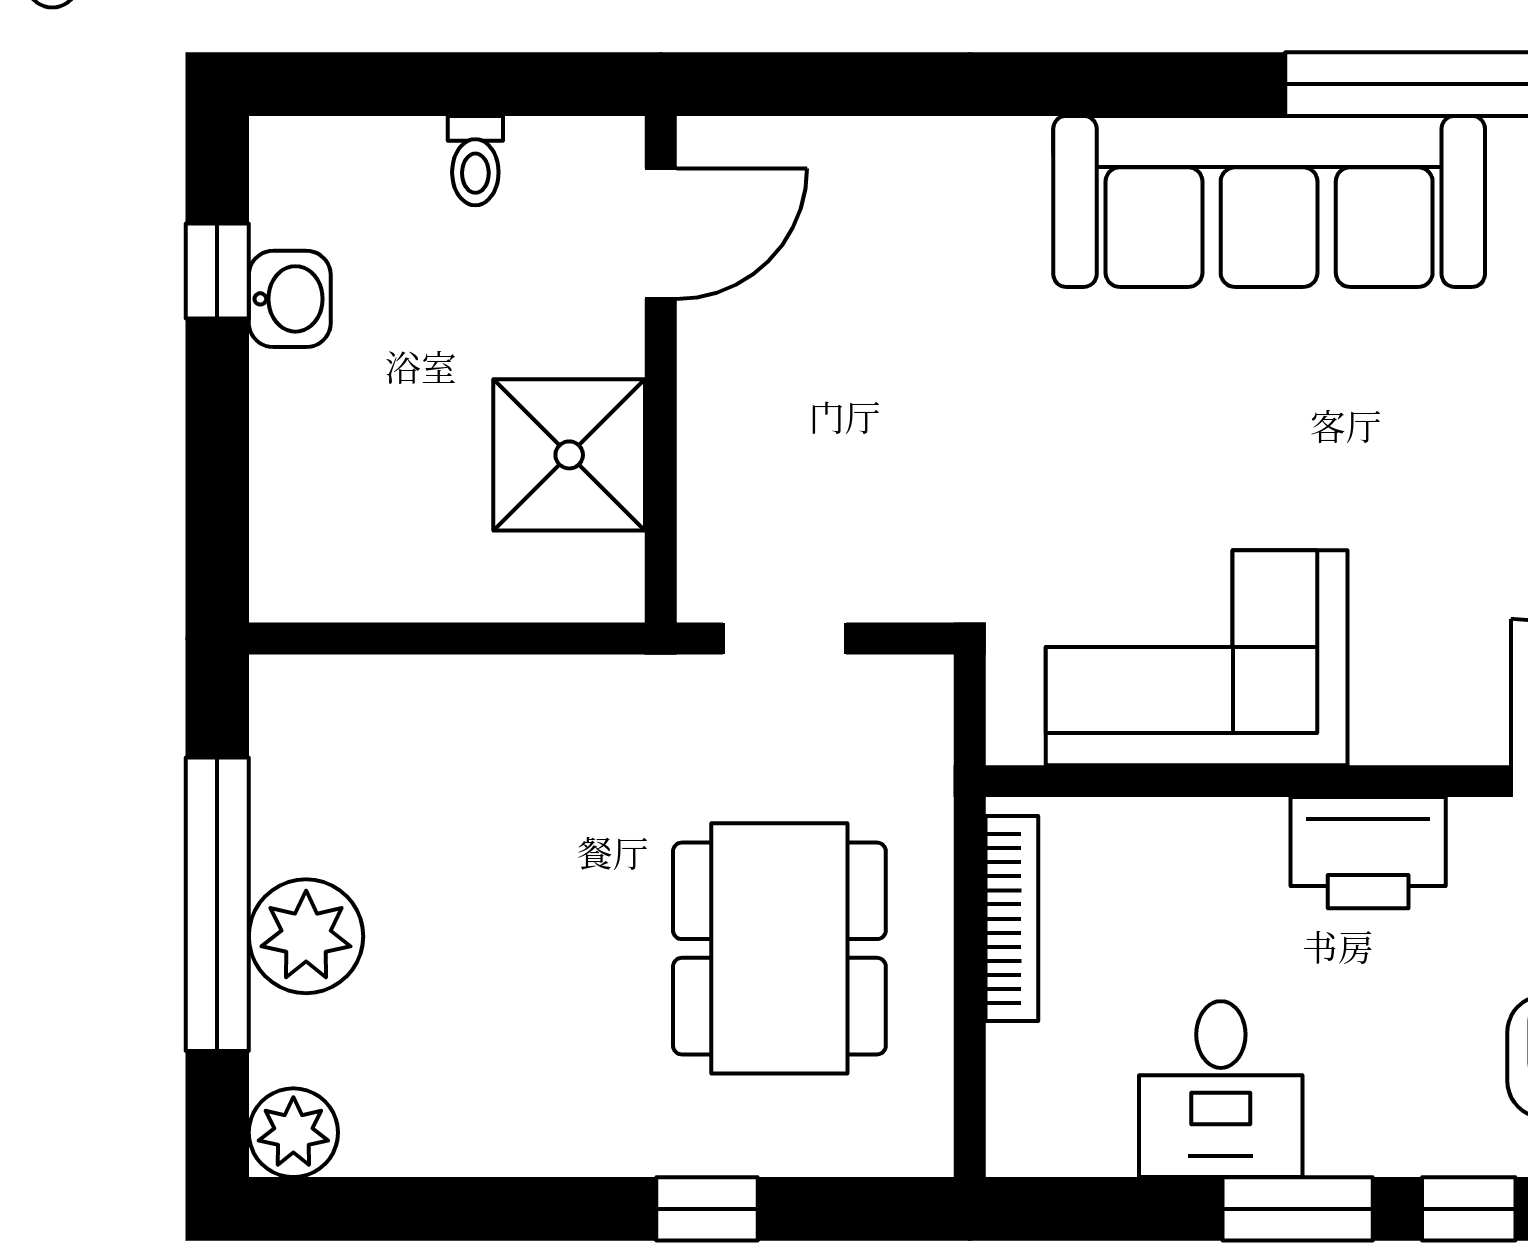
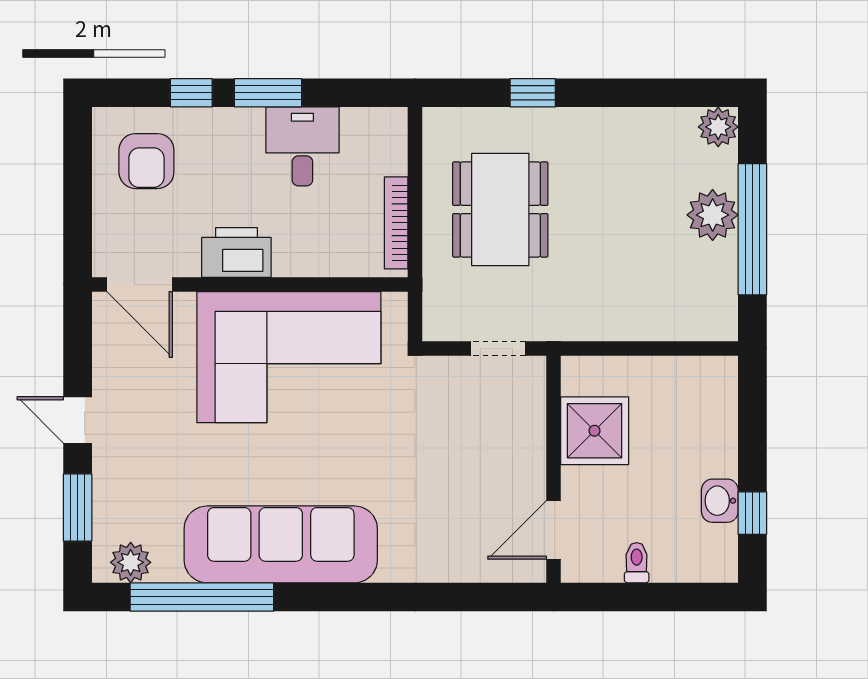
corner sofa: (1197, 658) -> (289, 357), width x1.36, depth x1.36

